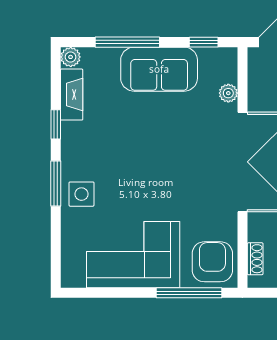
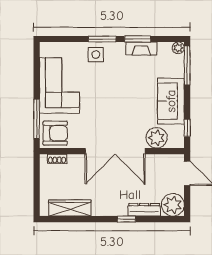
window: (127, 42) -> (187, 65), moved
plant: (228, 93) -> (157, 138), width x1.88, depth x1.88
fireplace: (72, 95) -> (141, 49), moved
window: (56, 124) -> (138, 39), width x1.50

